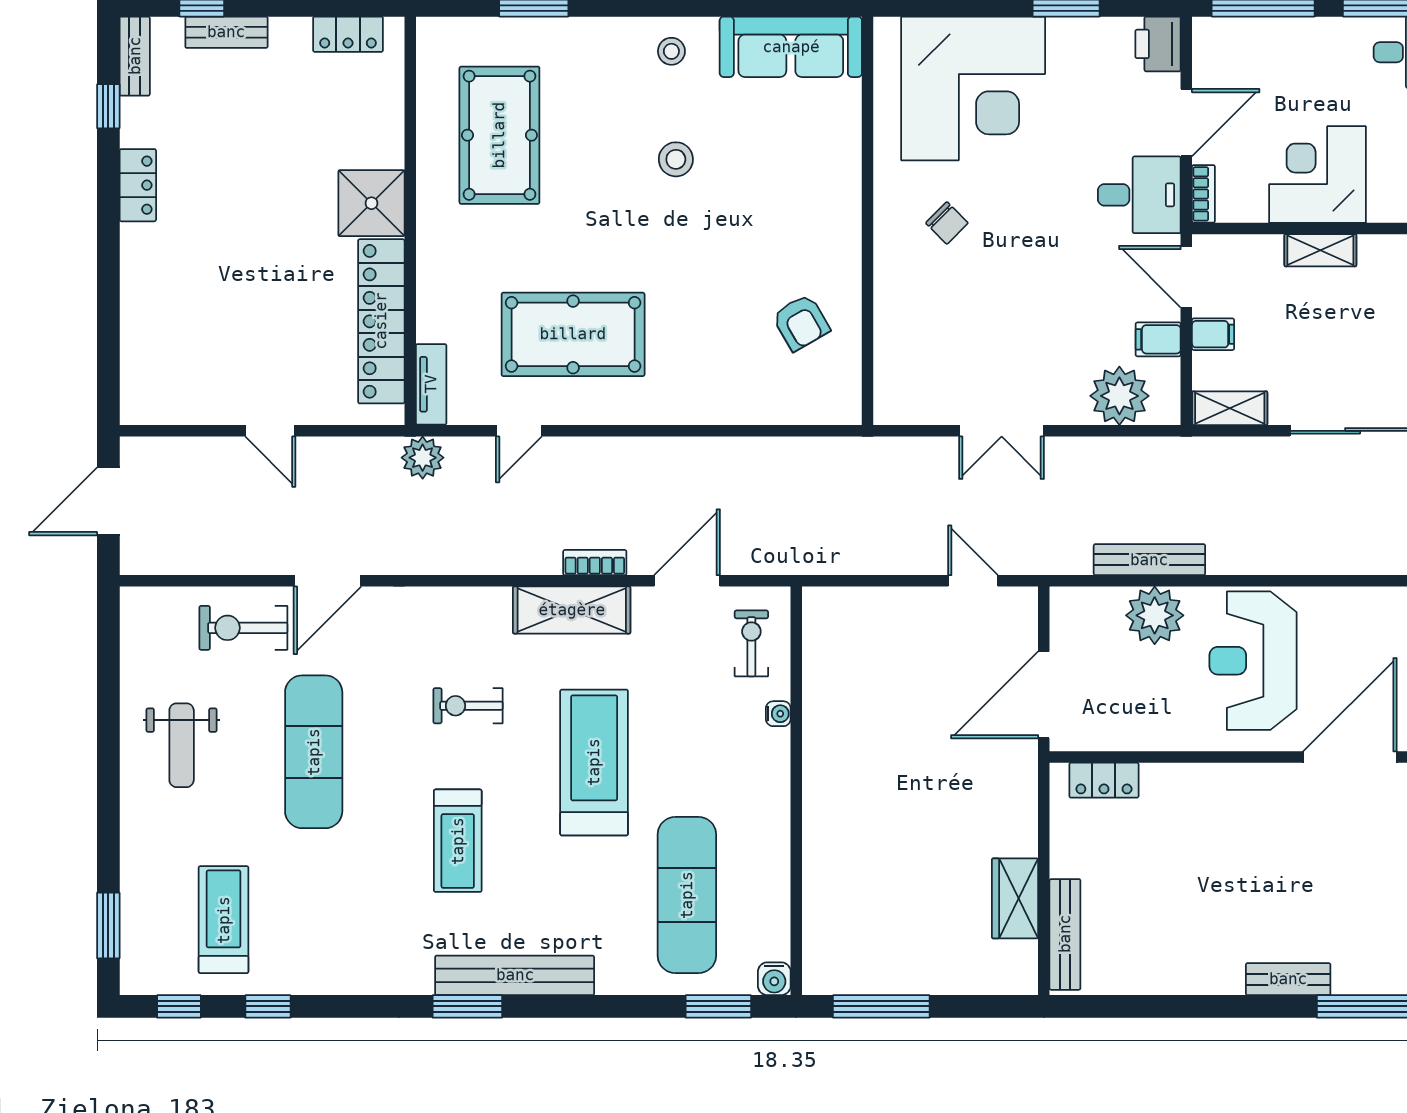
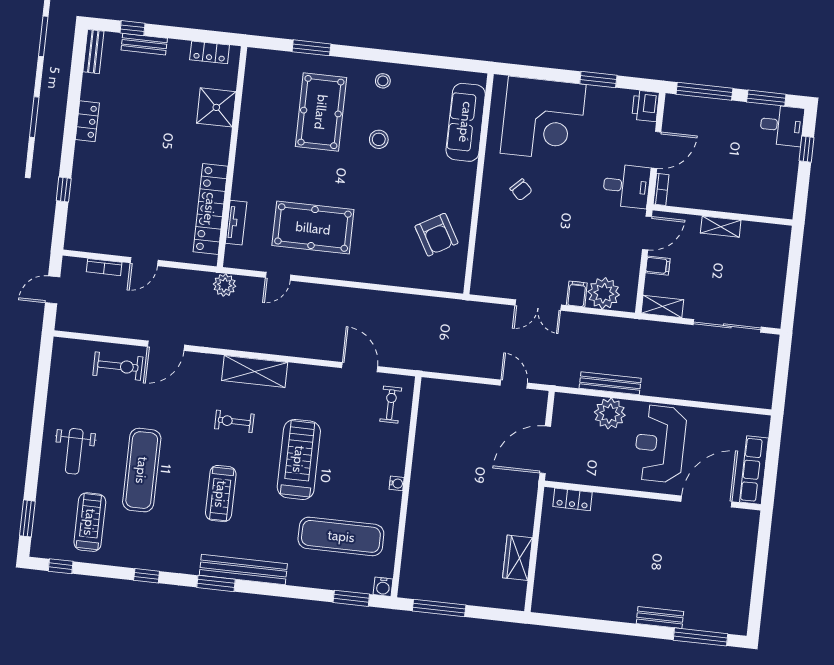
sofa: (791, 47) -> (466, 122), moved, turned 90
window: (108, 106) -> (64, 189), moved
pool table: (499, 135) -> (321, 112), moved
corner desk: (1317, 174) -> (724, 186), removed
shower: (371, 203) -> (216, 107), moved
door: (1186, 277) -> (647, 233), swing flipped
armchair: (801, 322) -> (436, 235), width x1.38, depth x1.38
filing cabinet: (1158, 339) -> (577, 294), moved, turned 90
tv unit: (431, 384) -> (236, 223), moved
door: (270, 431) -> (144, 262), hinge flipped
door: (108, 501) -> (53, 290), width x0.73
bookcase: (595, 563) -> (104, 267), moved, turned 180
door: (687, 581) -> (360, 367), hinge flipped
shelving: (572, 610) -> (255, 371), moved
exercise bike: (243, 628) -> (118, 366), turned 180
water cooler: (778, 714) -> (397, 483), moved
weight bench: (182, 745) -> (74, 451), moved
exercise mat: (314, 752) -> (142, 470), moved
exercise mat: (687, 895) -> (341, 536), turned 90
bench: (1065, 934) -> (542, 580), removed
window: (268, 1006) -> (147, 576), moved

